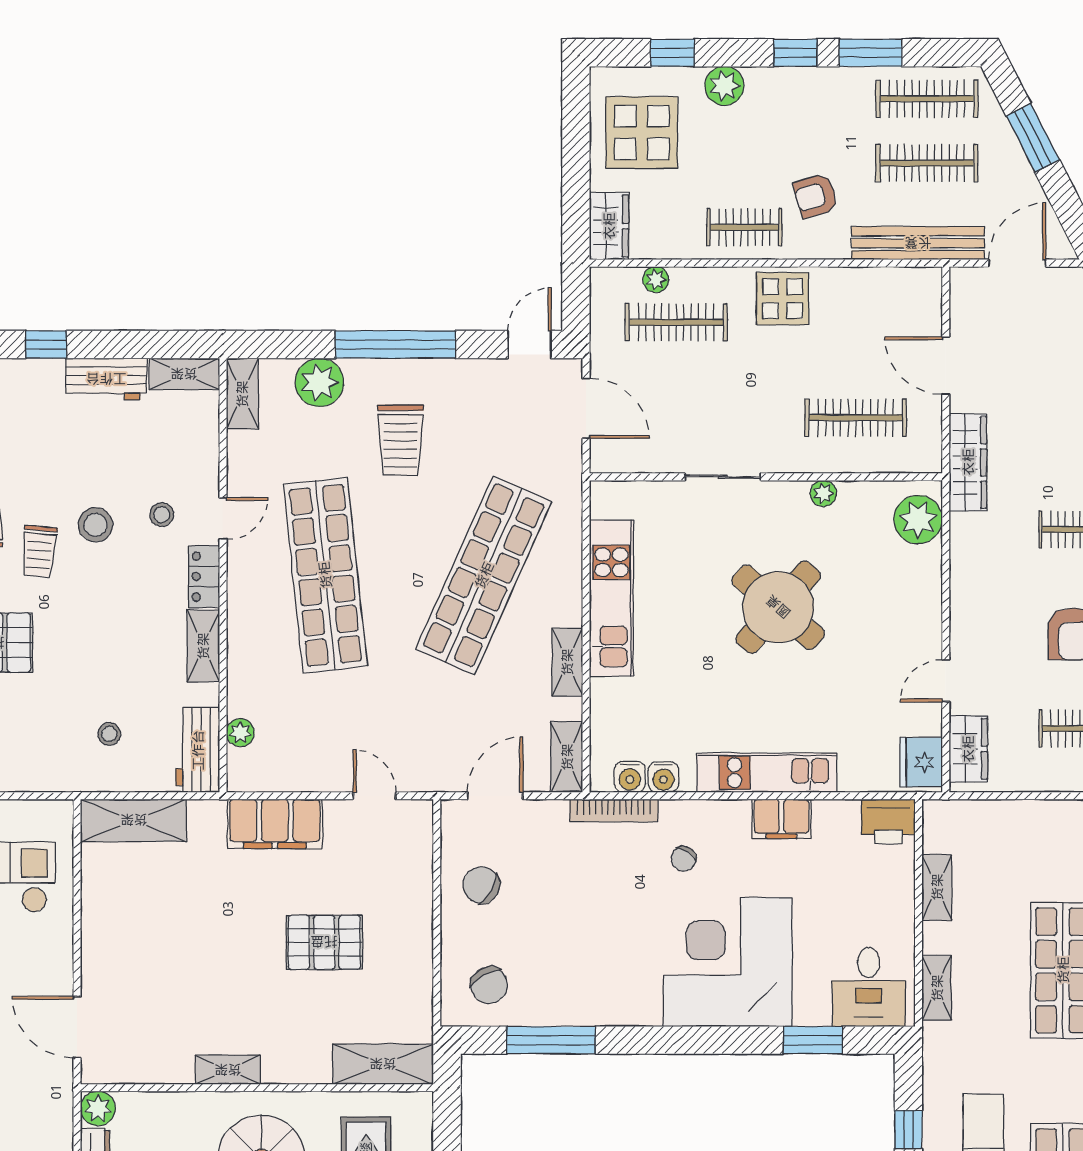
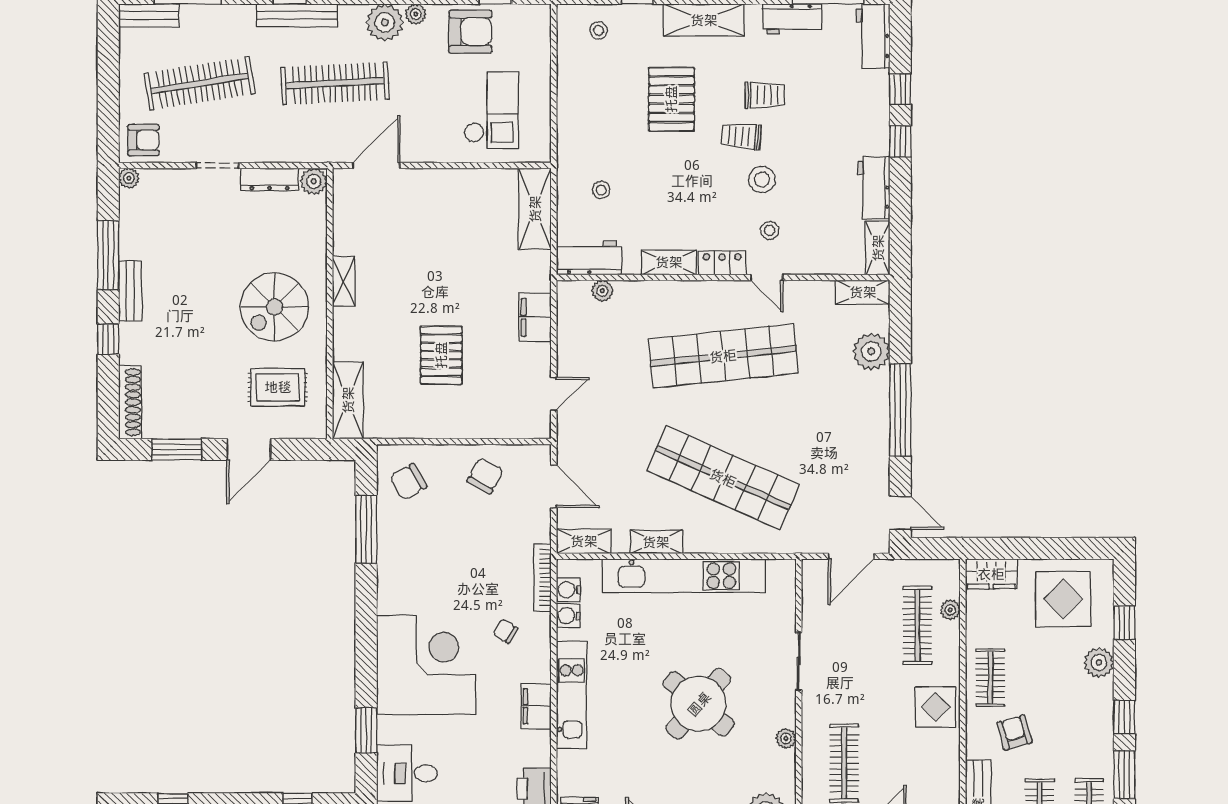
trolley: (400, 440) -> (827, 414), removed
kitchen unit: (611, 598) -> (684, 576), width x1.36
filing cabinet: (275, 824) -> (535, 317), width x0.67, depth x0.86

